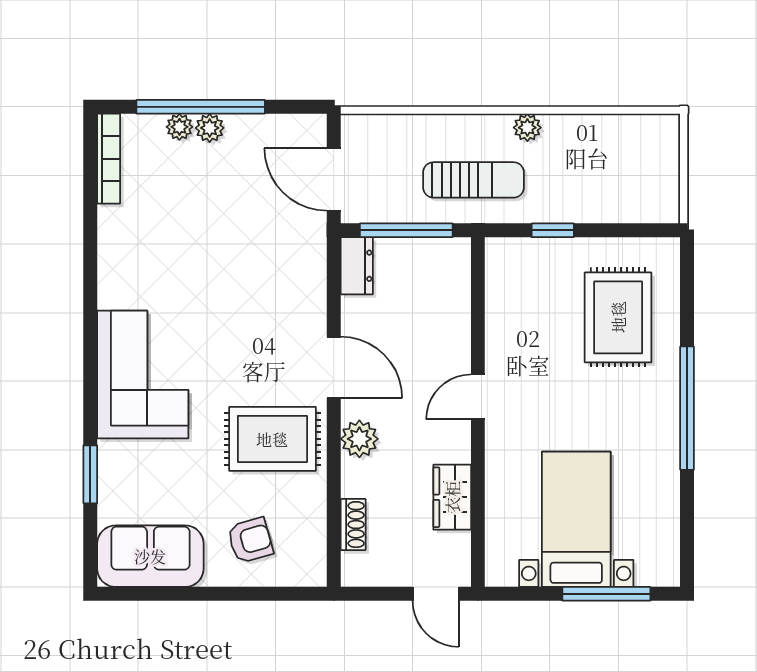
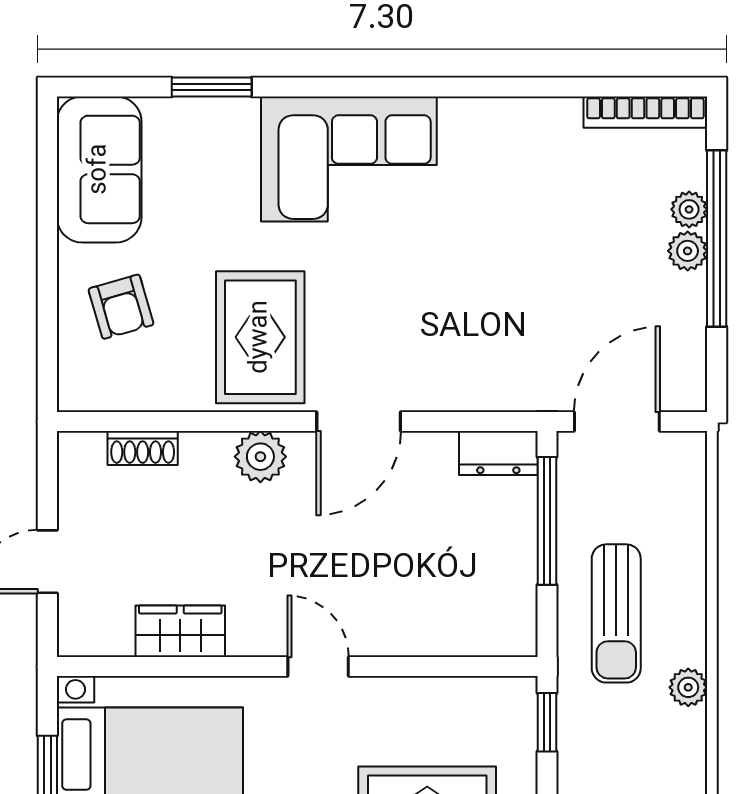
door: (478, 397) -> (318, 667), moved
wall: (478, 412) -> (297, 667), moved
wardrobe: (452, 497) -> (180, 631), moved

